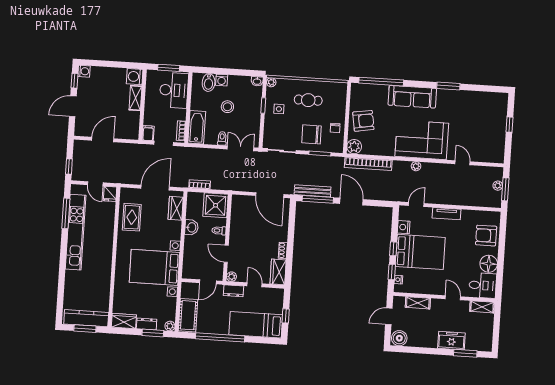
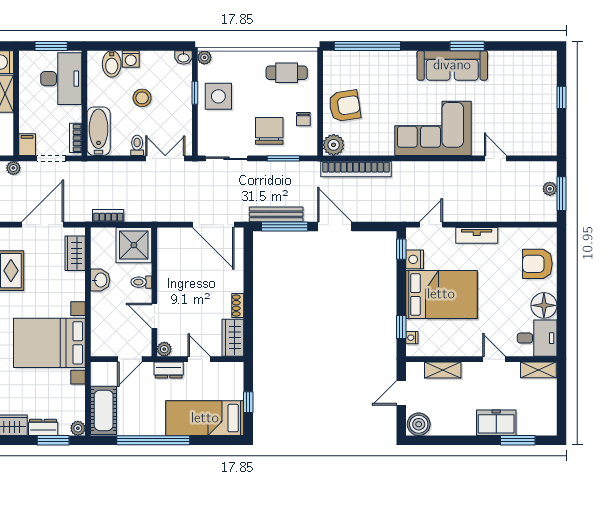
sofa: (412, 97) -> (452, 65), moved
cafe table: (308, 100) -> (287, 73), moved
side table: (279, 109) -> (218, 96), width x1.87, depth x1.87
chair: (312, 134) -> (269, 131), turned 90
plant: (416, 166) -> (13, 168), moved
window: (393, 249) -> (401, 249), moved

